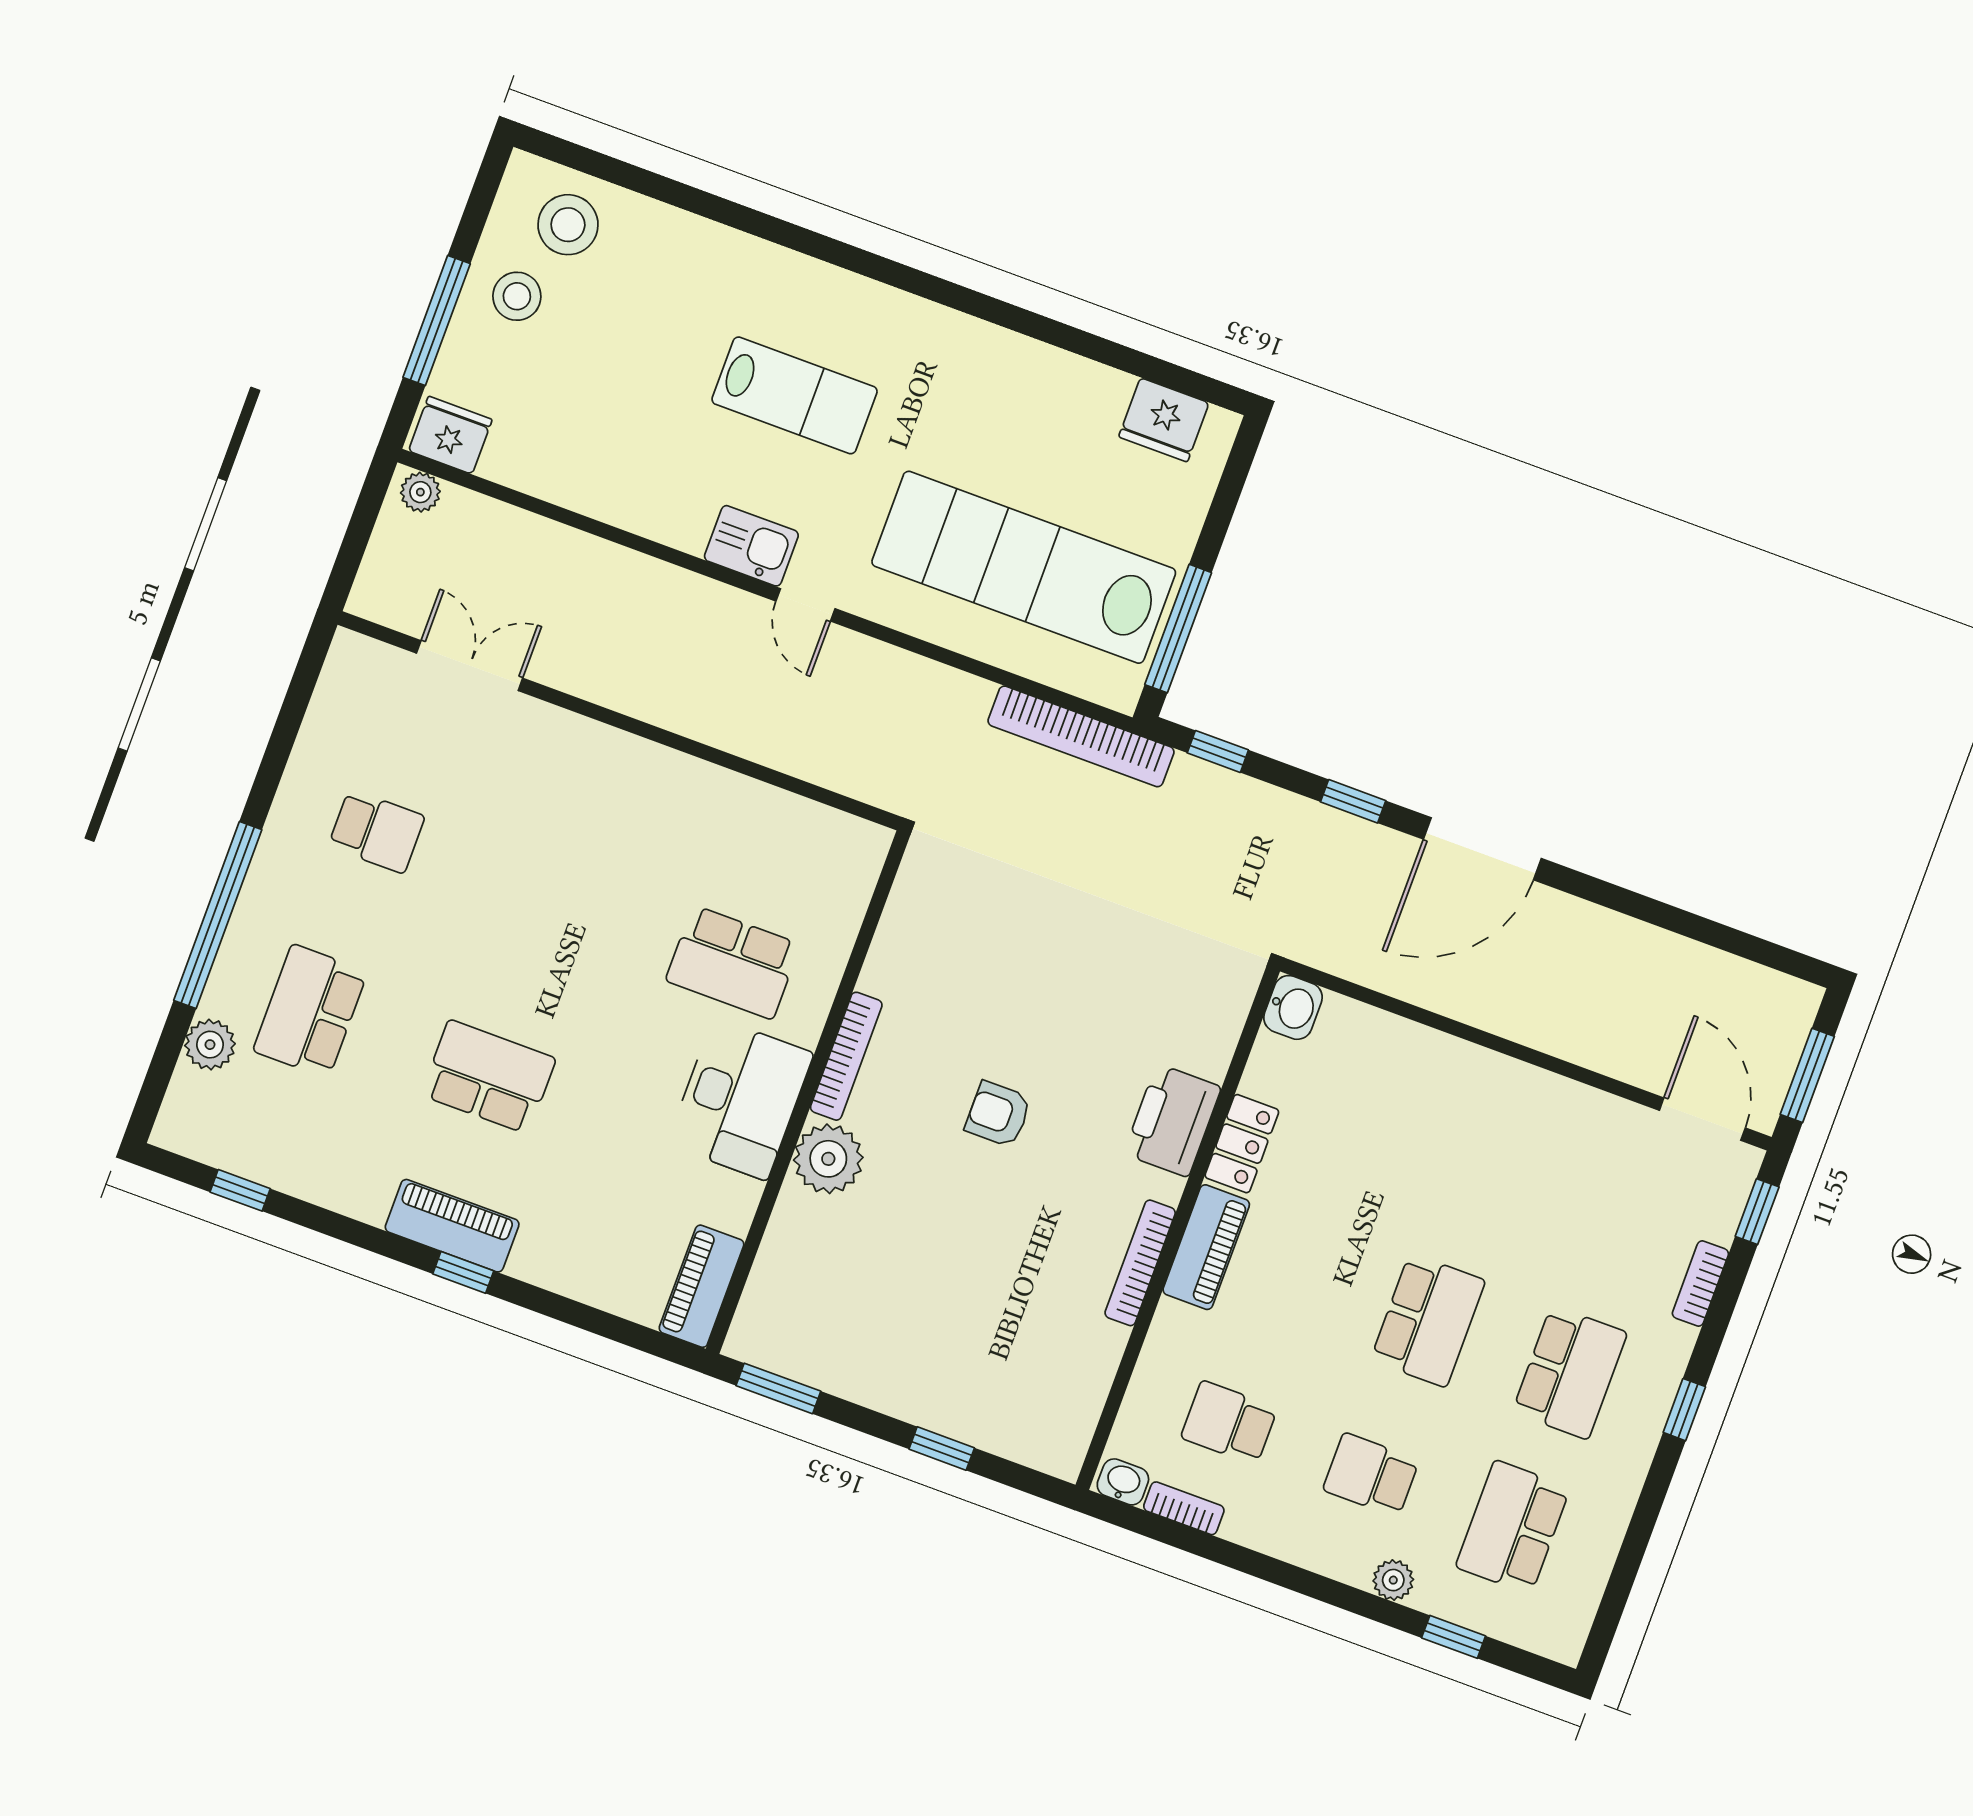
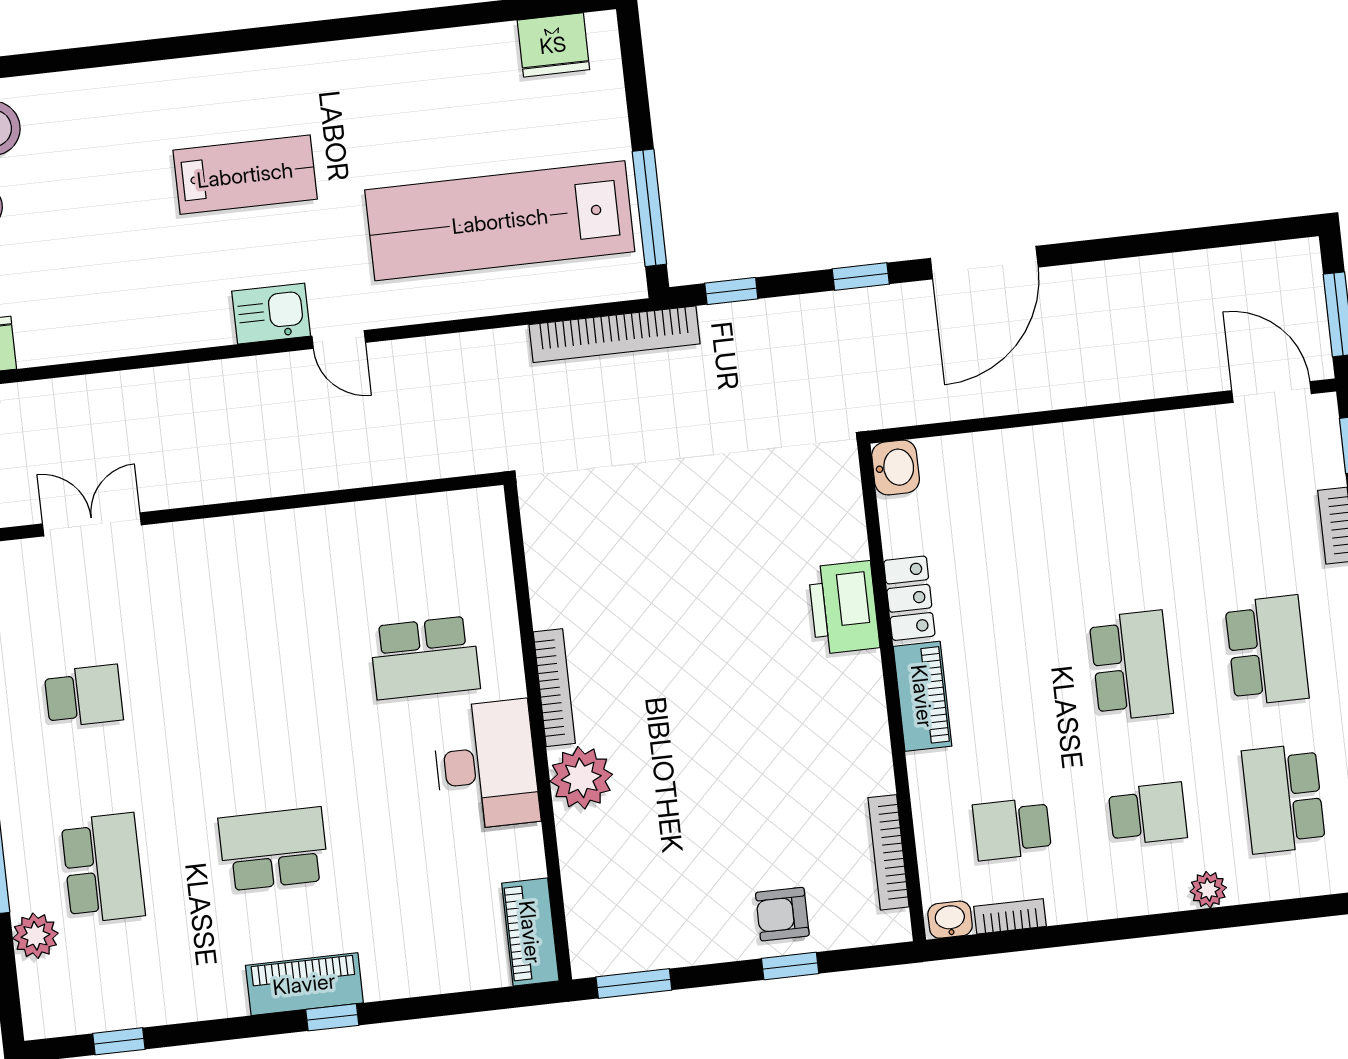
school desk: (310, 1011) -> (103, 868), turned 180
armchair: (998, 1114) -> (782, 914), moved
bookcase: (1140, 1263) -> (888, 852), moved
school desk: (1371, 1475) -> (1148, 814), turned 180
window: (1454, 1637) -> (1280, 911), removed

